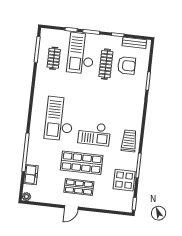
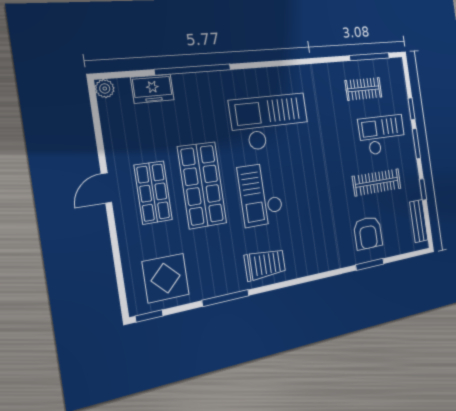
checkout: (81, 53) -> (382, 135), width x0.73, depth x0.83
armchair: (126, 66) -> (368, 233), moved
display table: (124, 180) -> (166, 278), moved
door: (71, 208) -> (106, 188), hinge flipped

